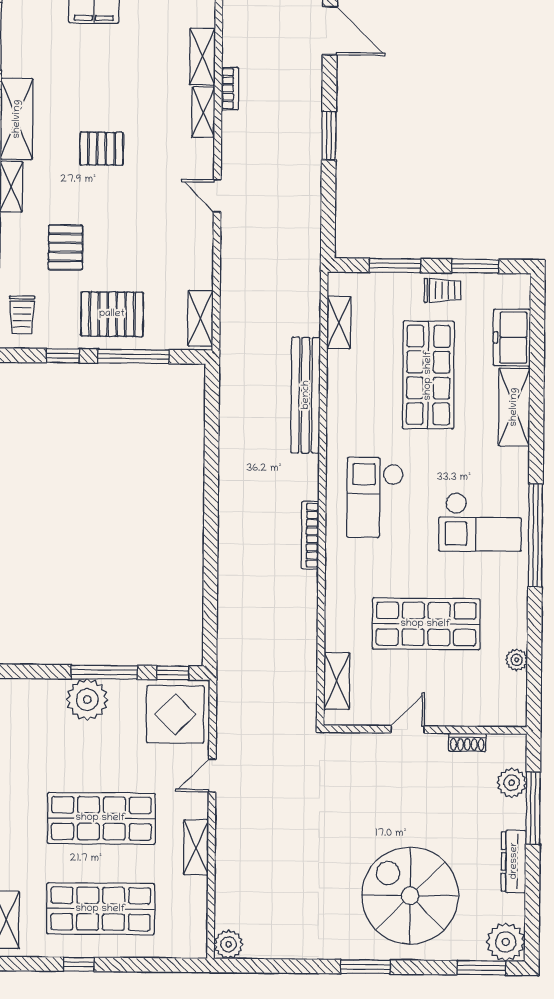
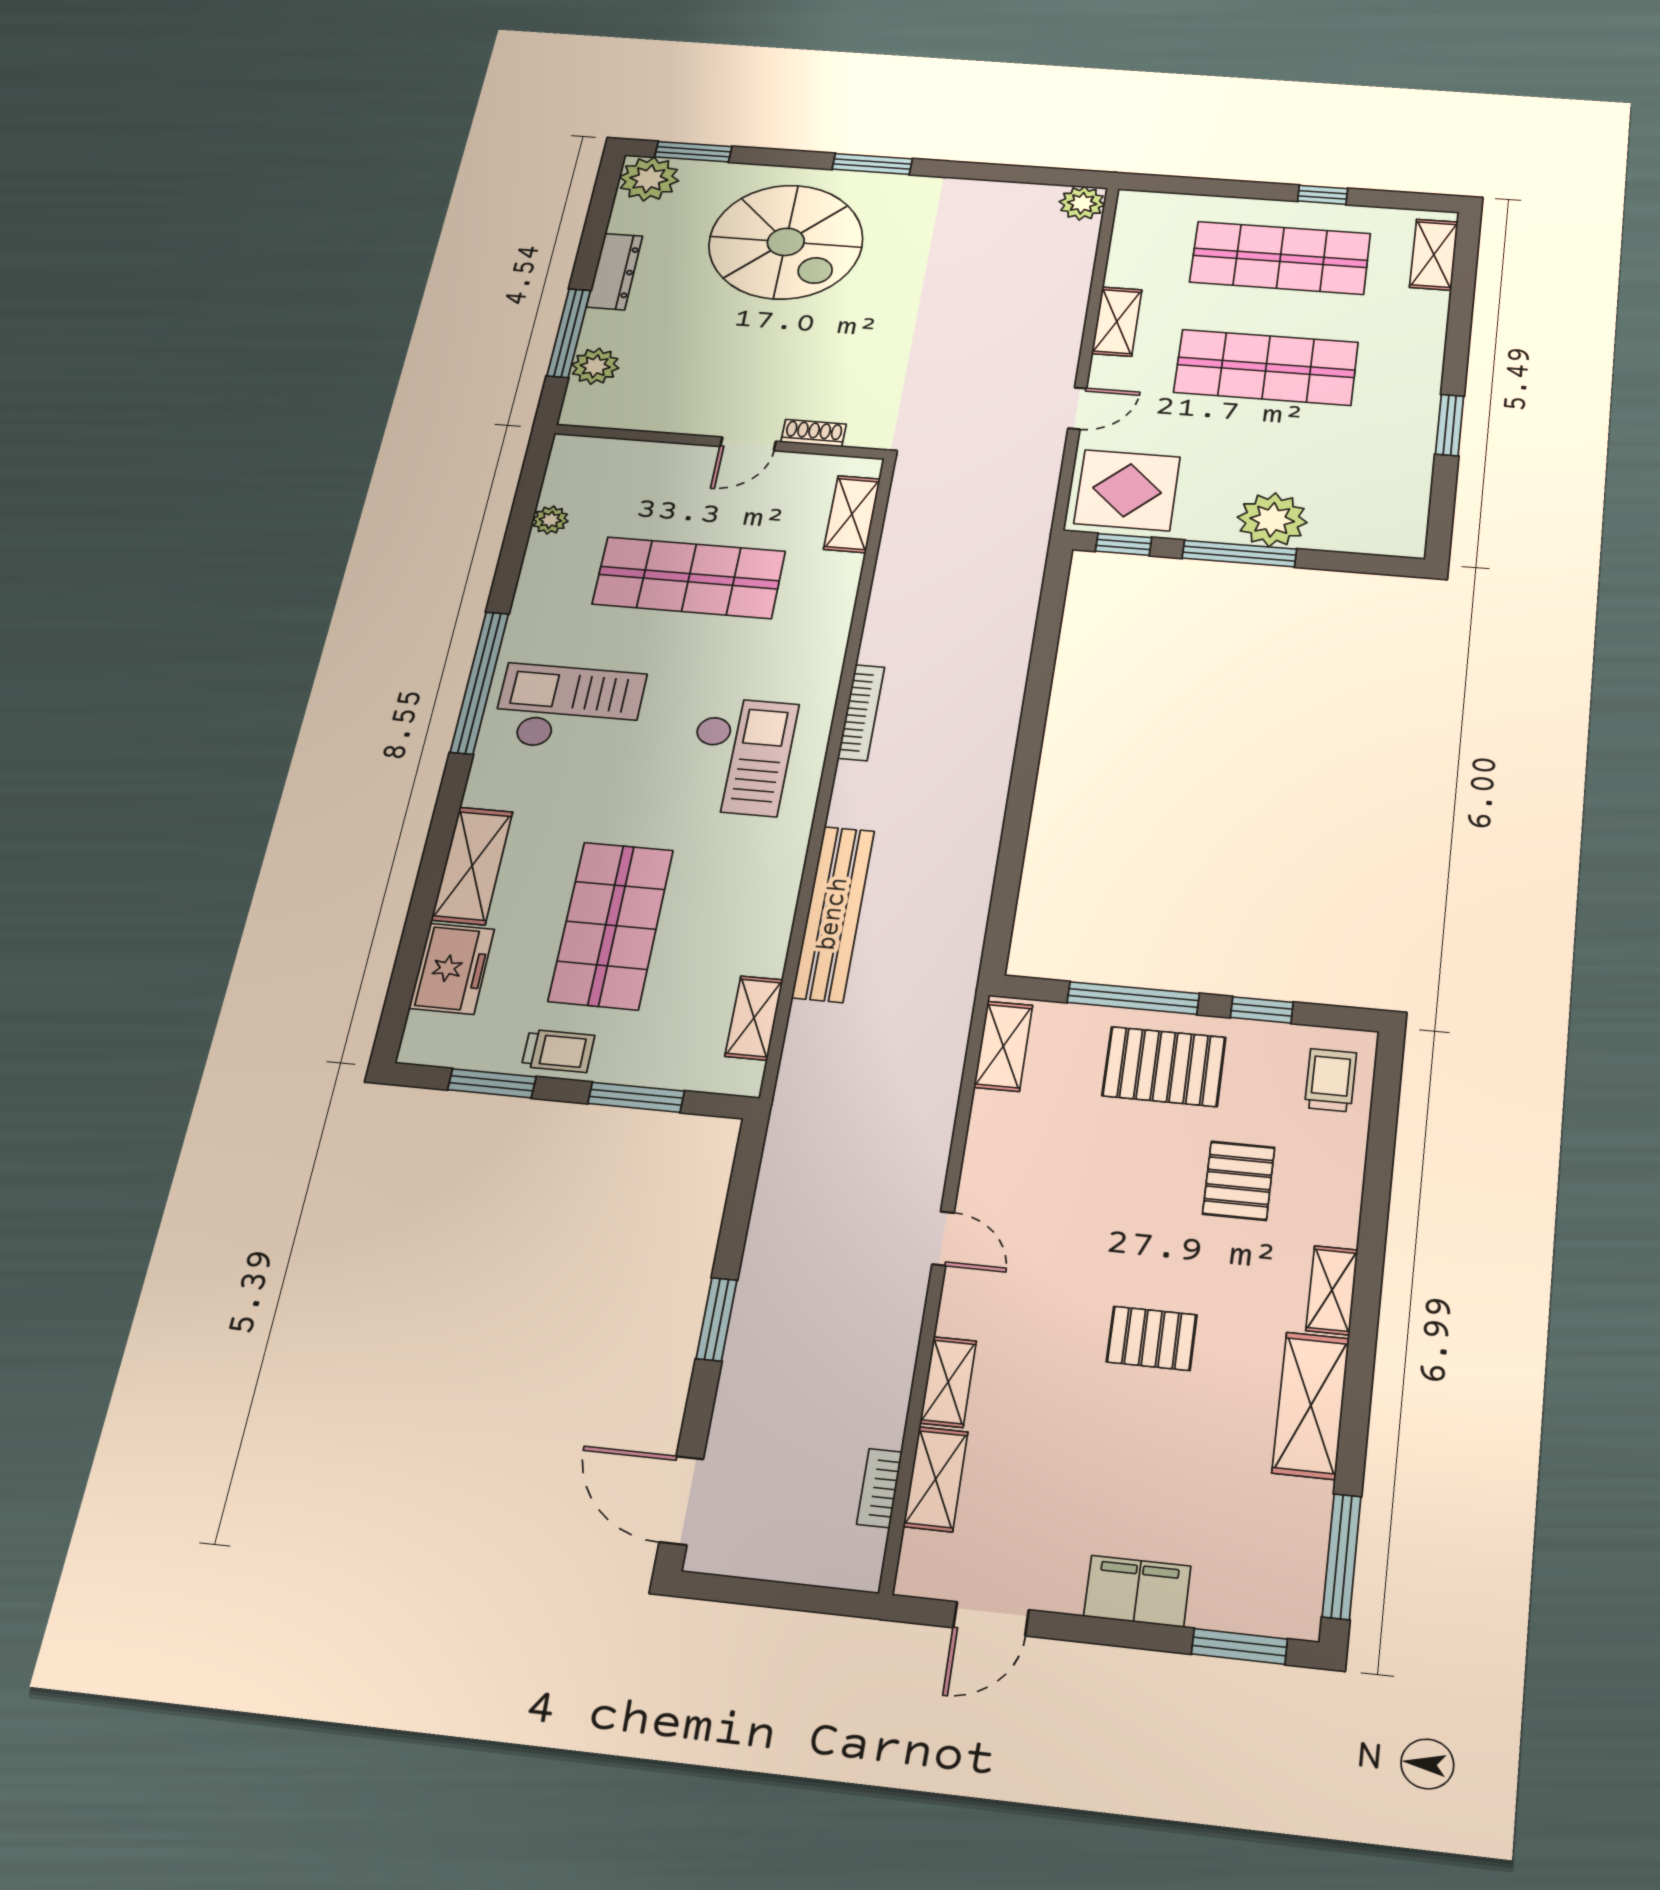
bookcase: (230, 89) -> (879, 1488), moved
trolley: (443, 290) -> (558, 1051), turned 180
shoe rack: (467, 742) -> (814, 433), moved

